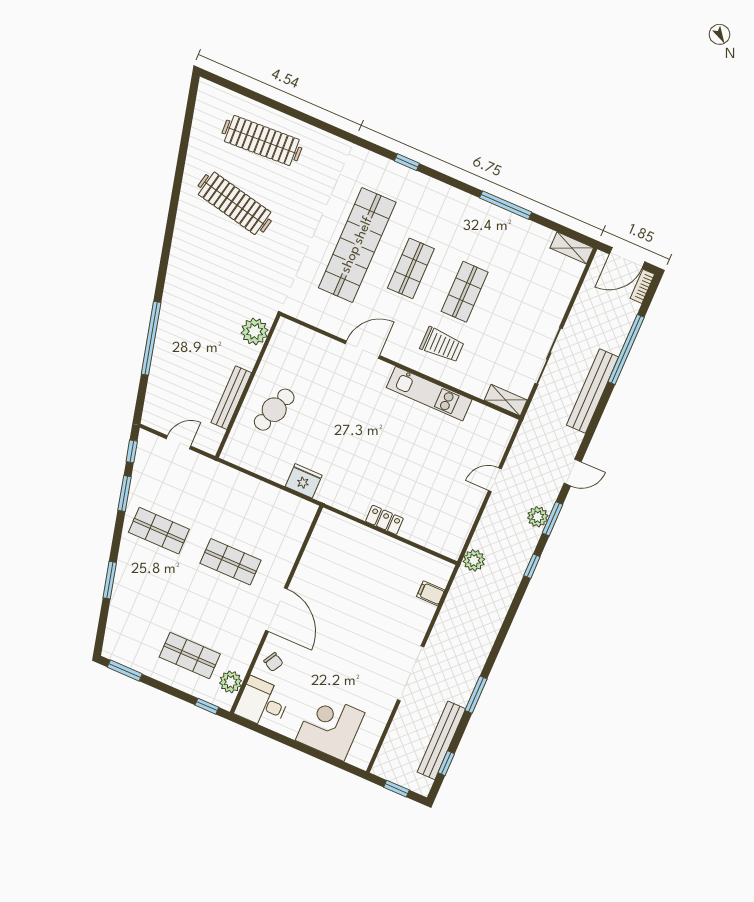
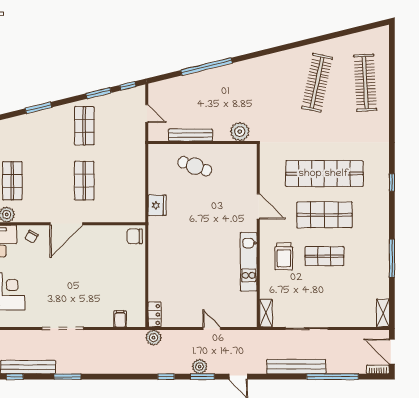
shop shelf: (411, 268) -> (324, 215), width x1.43, depth x1.36
locker: (384, 520) -> (155, 315), moved
chair: (331, 528) -> (135, 236), added

